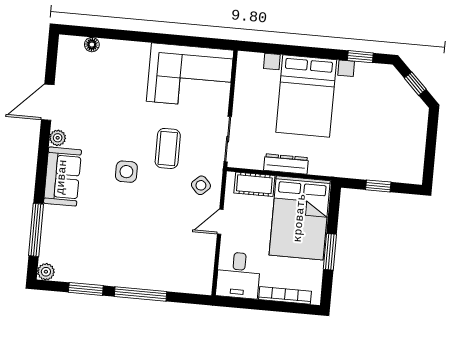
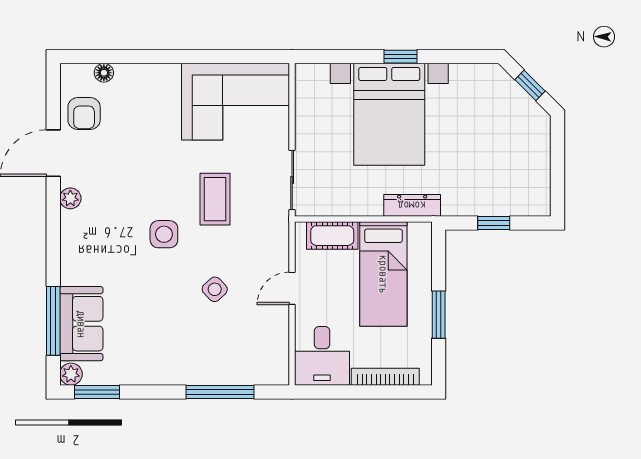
window: (360, 57) -> (401, 57), moved
armchair: (74, 74) -> (84, 114), added
dresser: (286, 164) -> (412, 205), moved
sofa: (62, 177) -> (81, 324), moved
side table: (201, 185) -> (215, 289), moved
bed: (300, 218) -> (383, 274), width x0.67
window: (86, 289) -> (97, 392), moved
window: (140, 294) -> (220, 392), moved

